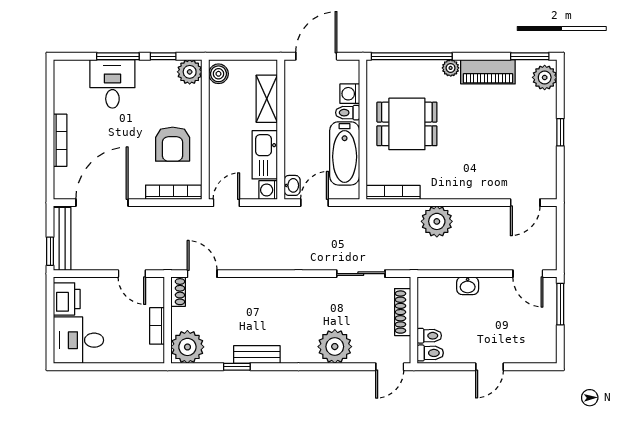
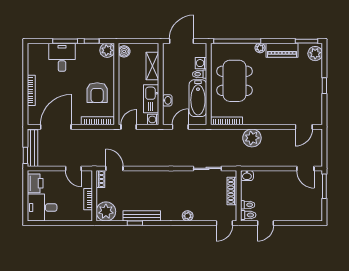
dining table: (407, 124) -> (234, 81), width x1.38
washbasin: (292, 185) -> (167, 100), moved
washbasin: (468, 286) -> (247, 176), moved
plant: (335, 347) -> (188, 216), width x0.53, depth x0.53
bench: (257, 355) -> (142, 216), width x1.36
door: (489, 367) -> (265, 223), moved

